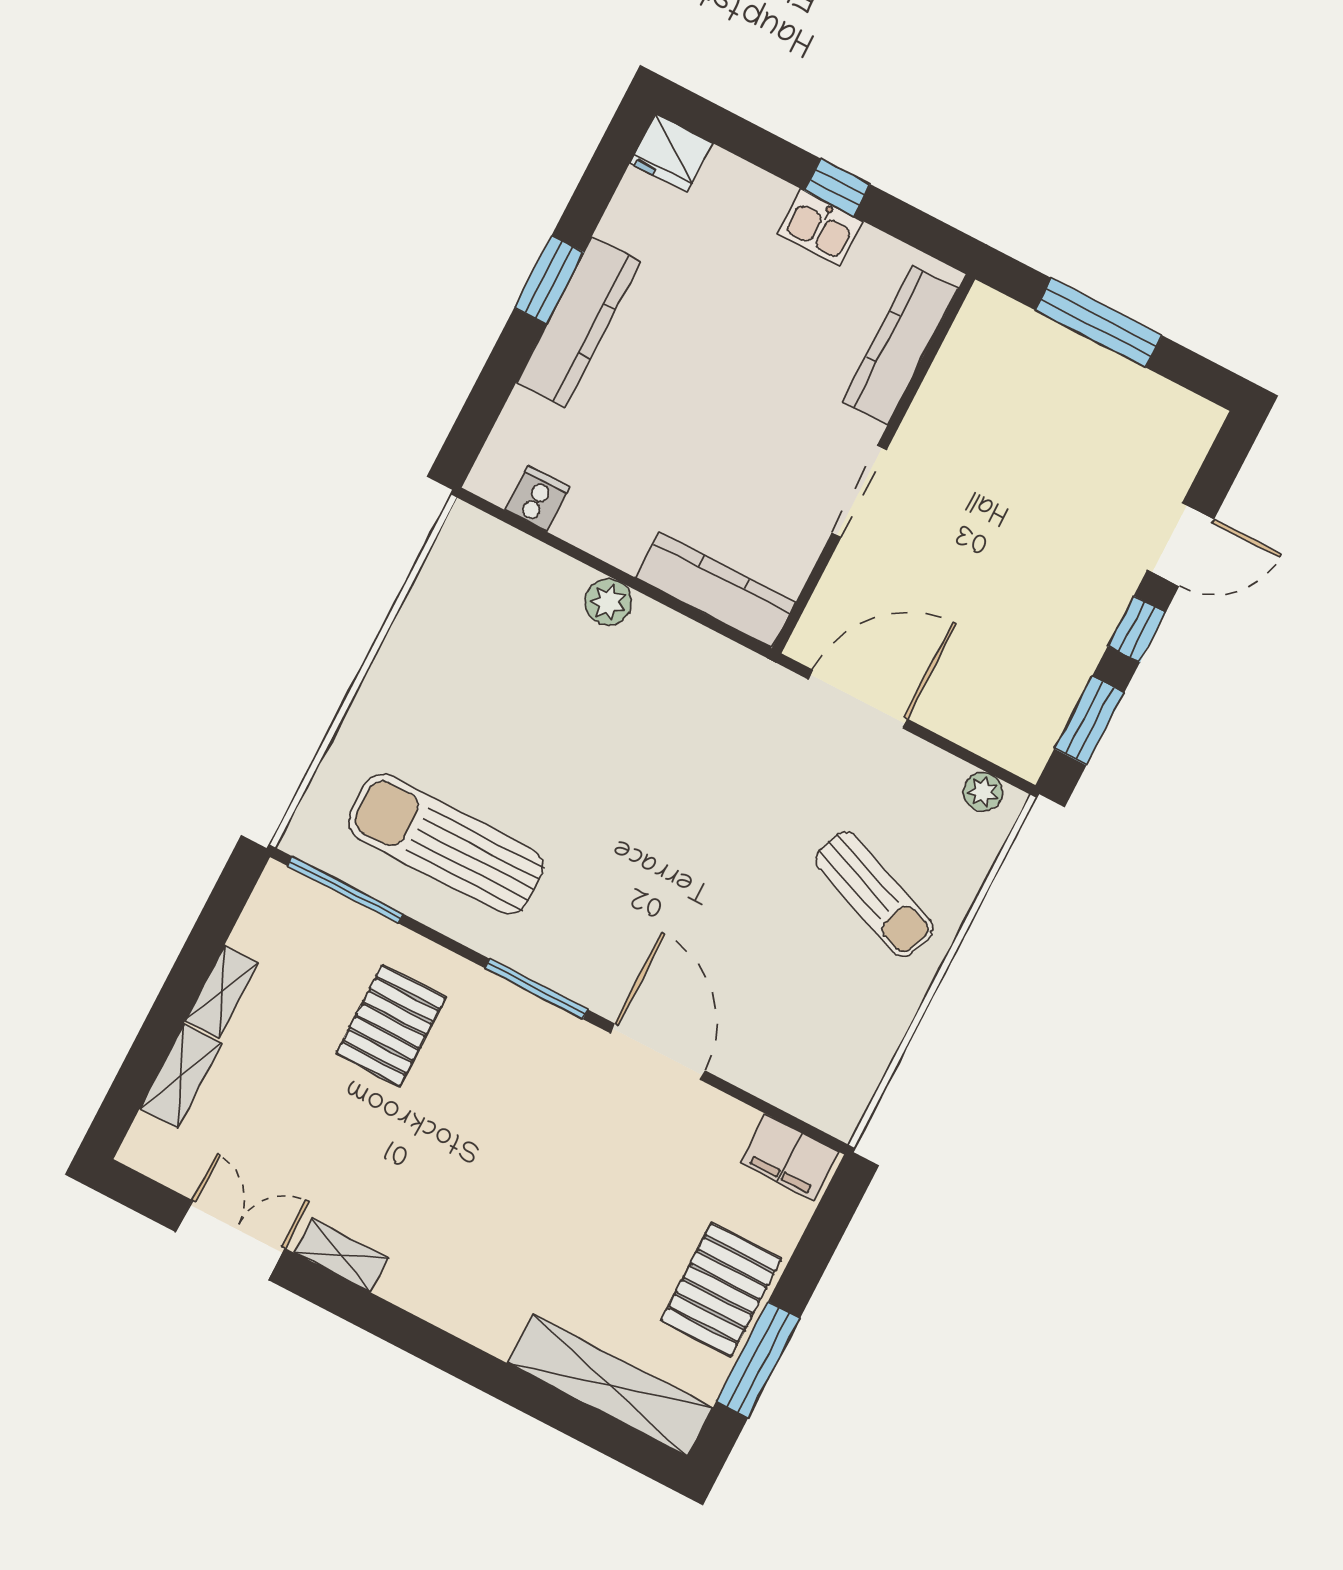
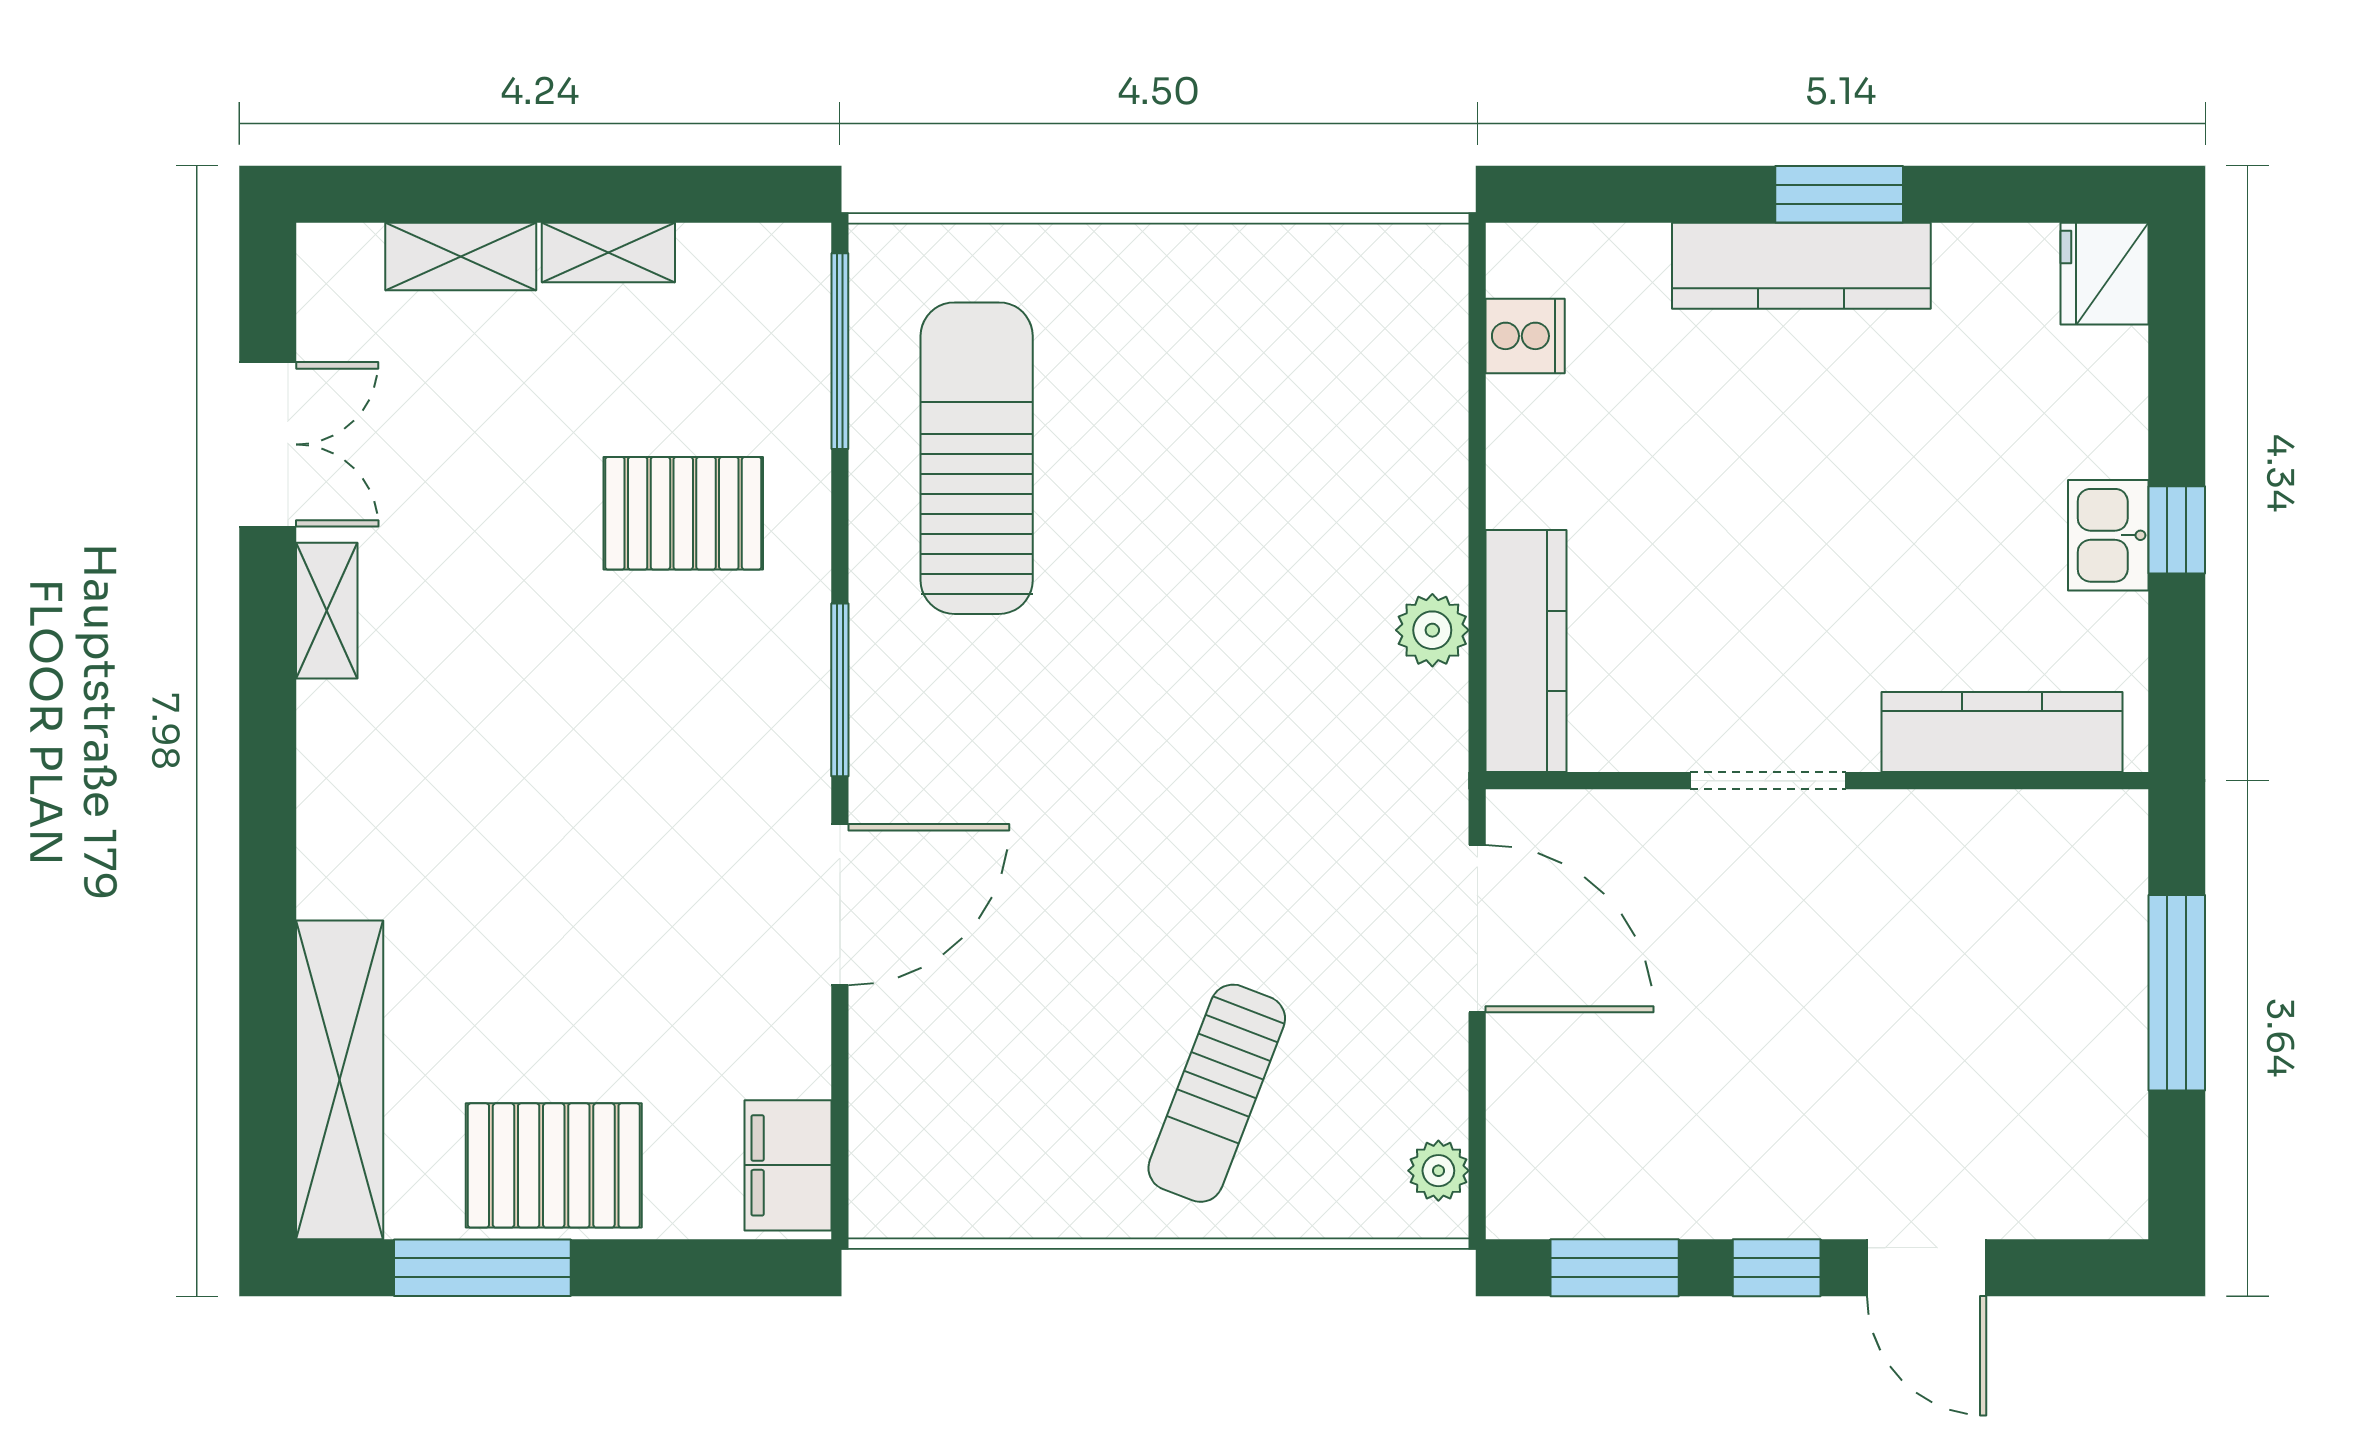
plant: (608, 602) -> (1432, 630), moved

